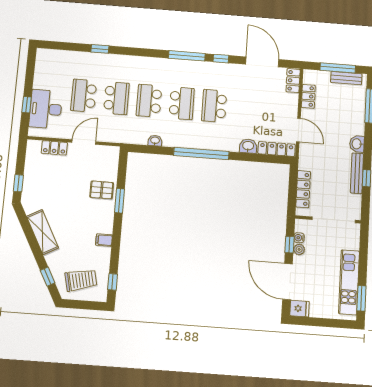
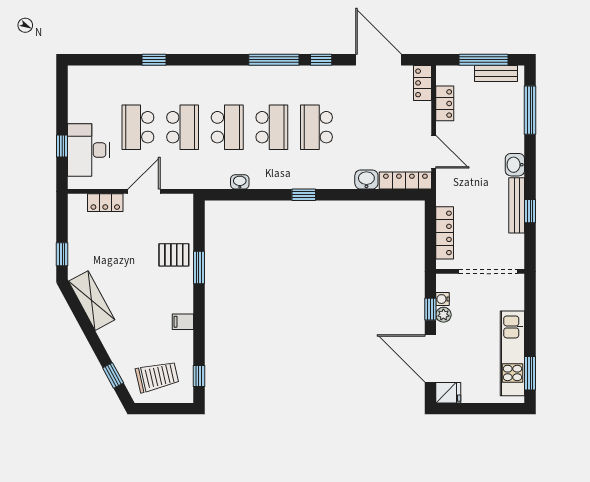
school desk: (149, 101) -> (227, 127), turned 180
window: (201, 154) -> (304, 195), width x0.32
shelving: (43, 232) -> (92, 301), moved

